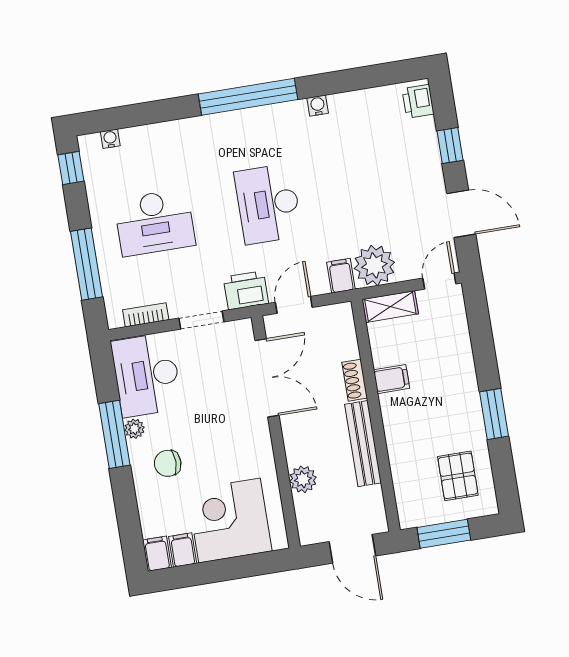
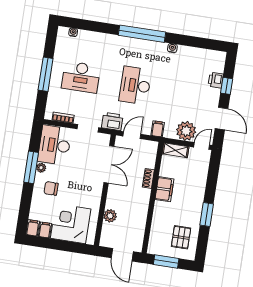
printer: (418, 101) -> (216, 80), moved
window: (71, 168) -> (51, 40), removed
window: (87, 264) -> (46, 74), moved
plant: (374, 265) -> (186, 131), moved
filing cabinet: (392, 379) -> (164, 189), width x2.00
bench: (363, 444) -> (143, 208), removed

